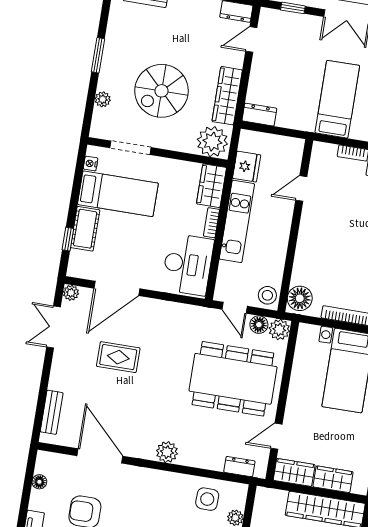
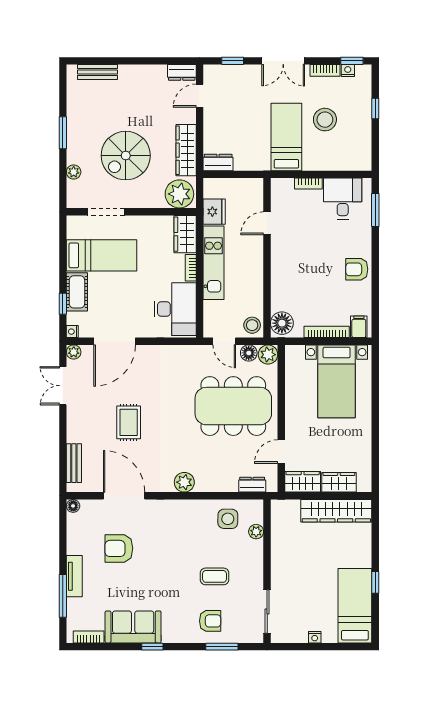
nightstand: (91, 164) -> (72, 332), moved
rug: (118, 357) -> (129, 422), moved, turned 90
floor lamp: (39, 482) -> (73, 506), moved

